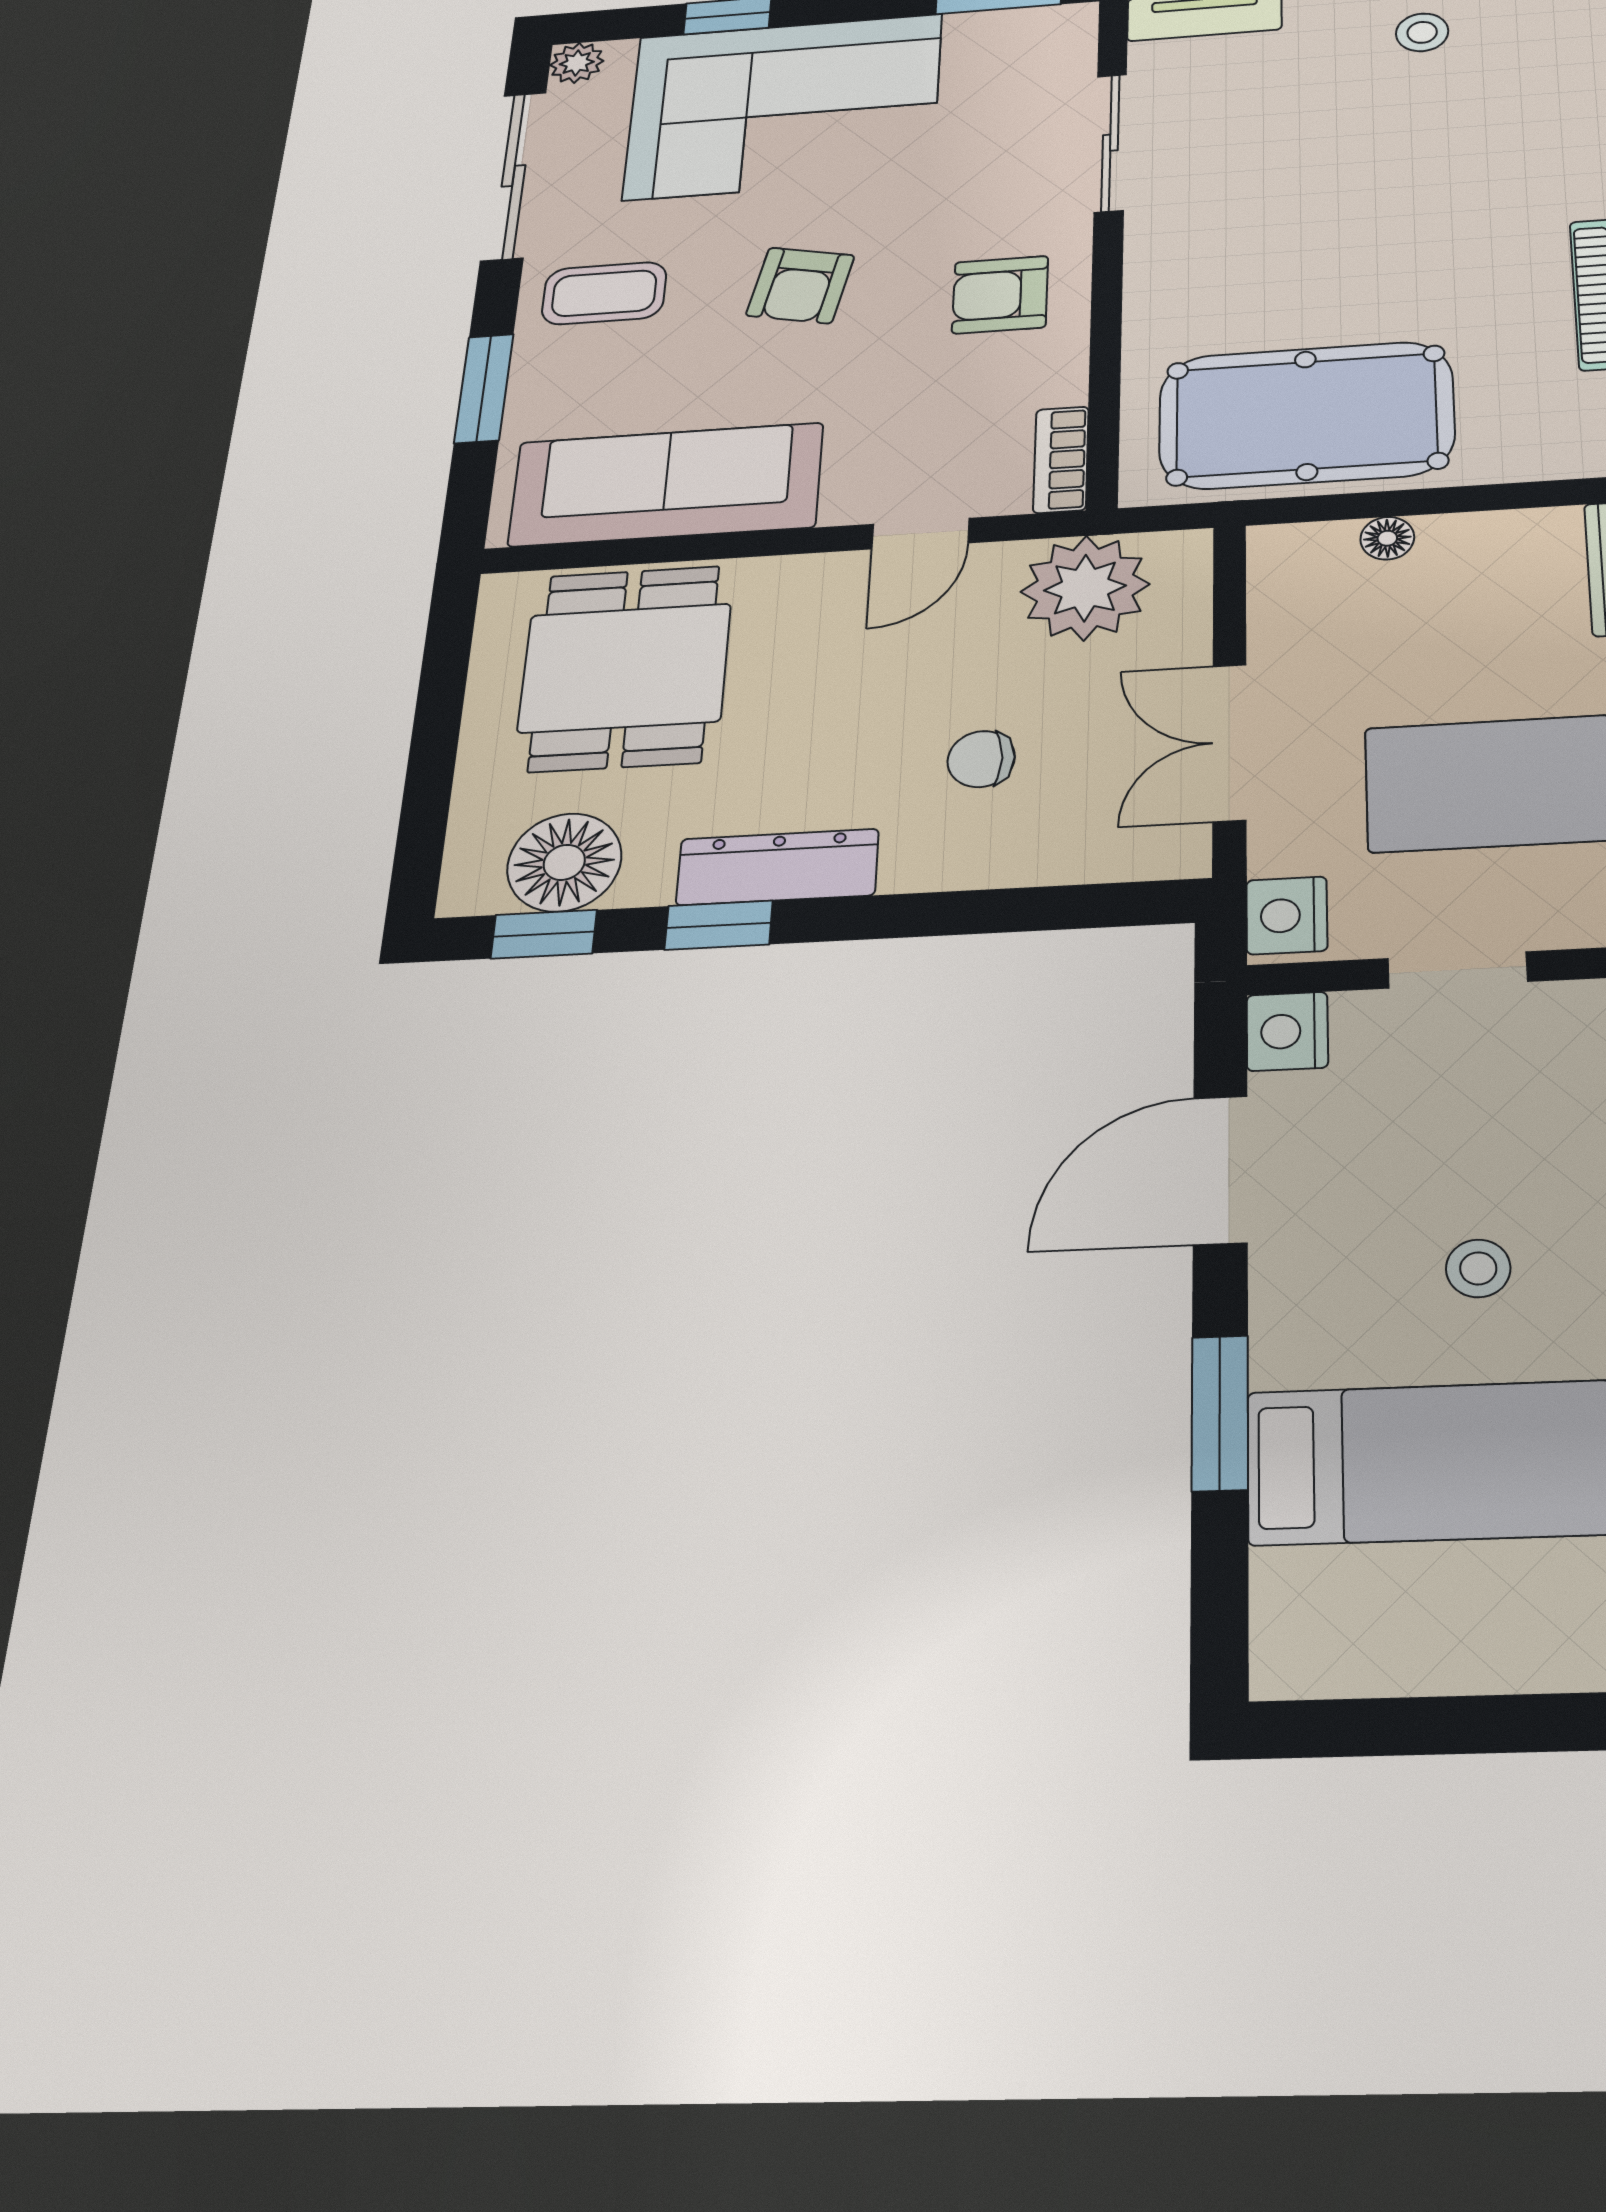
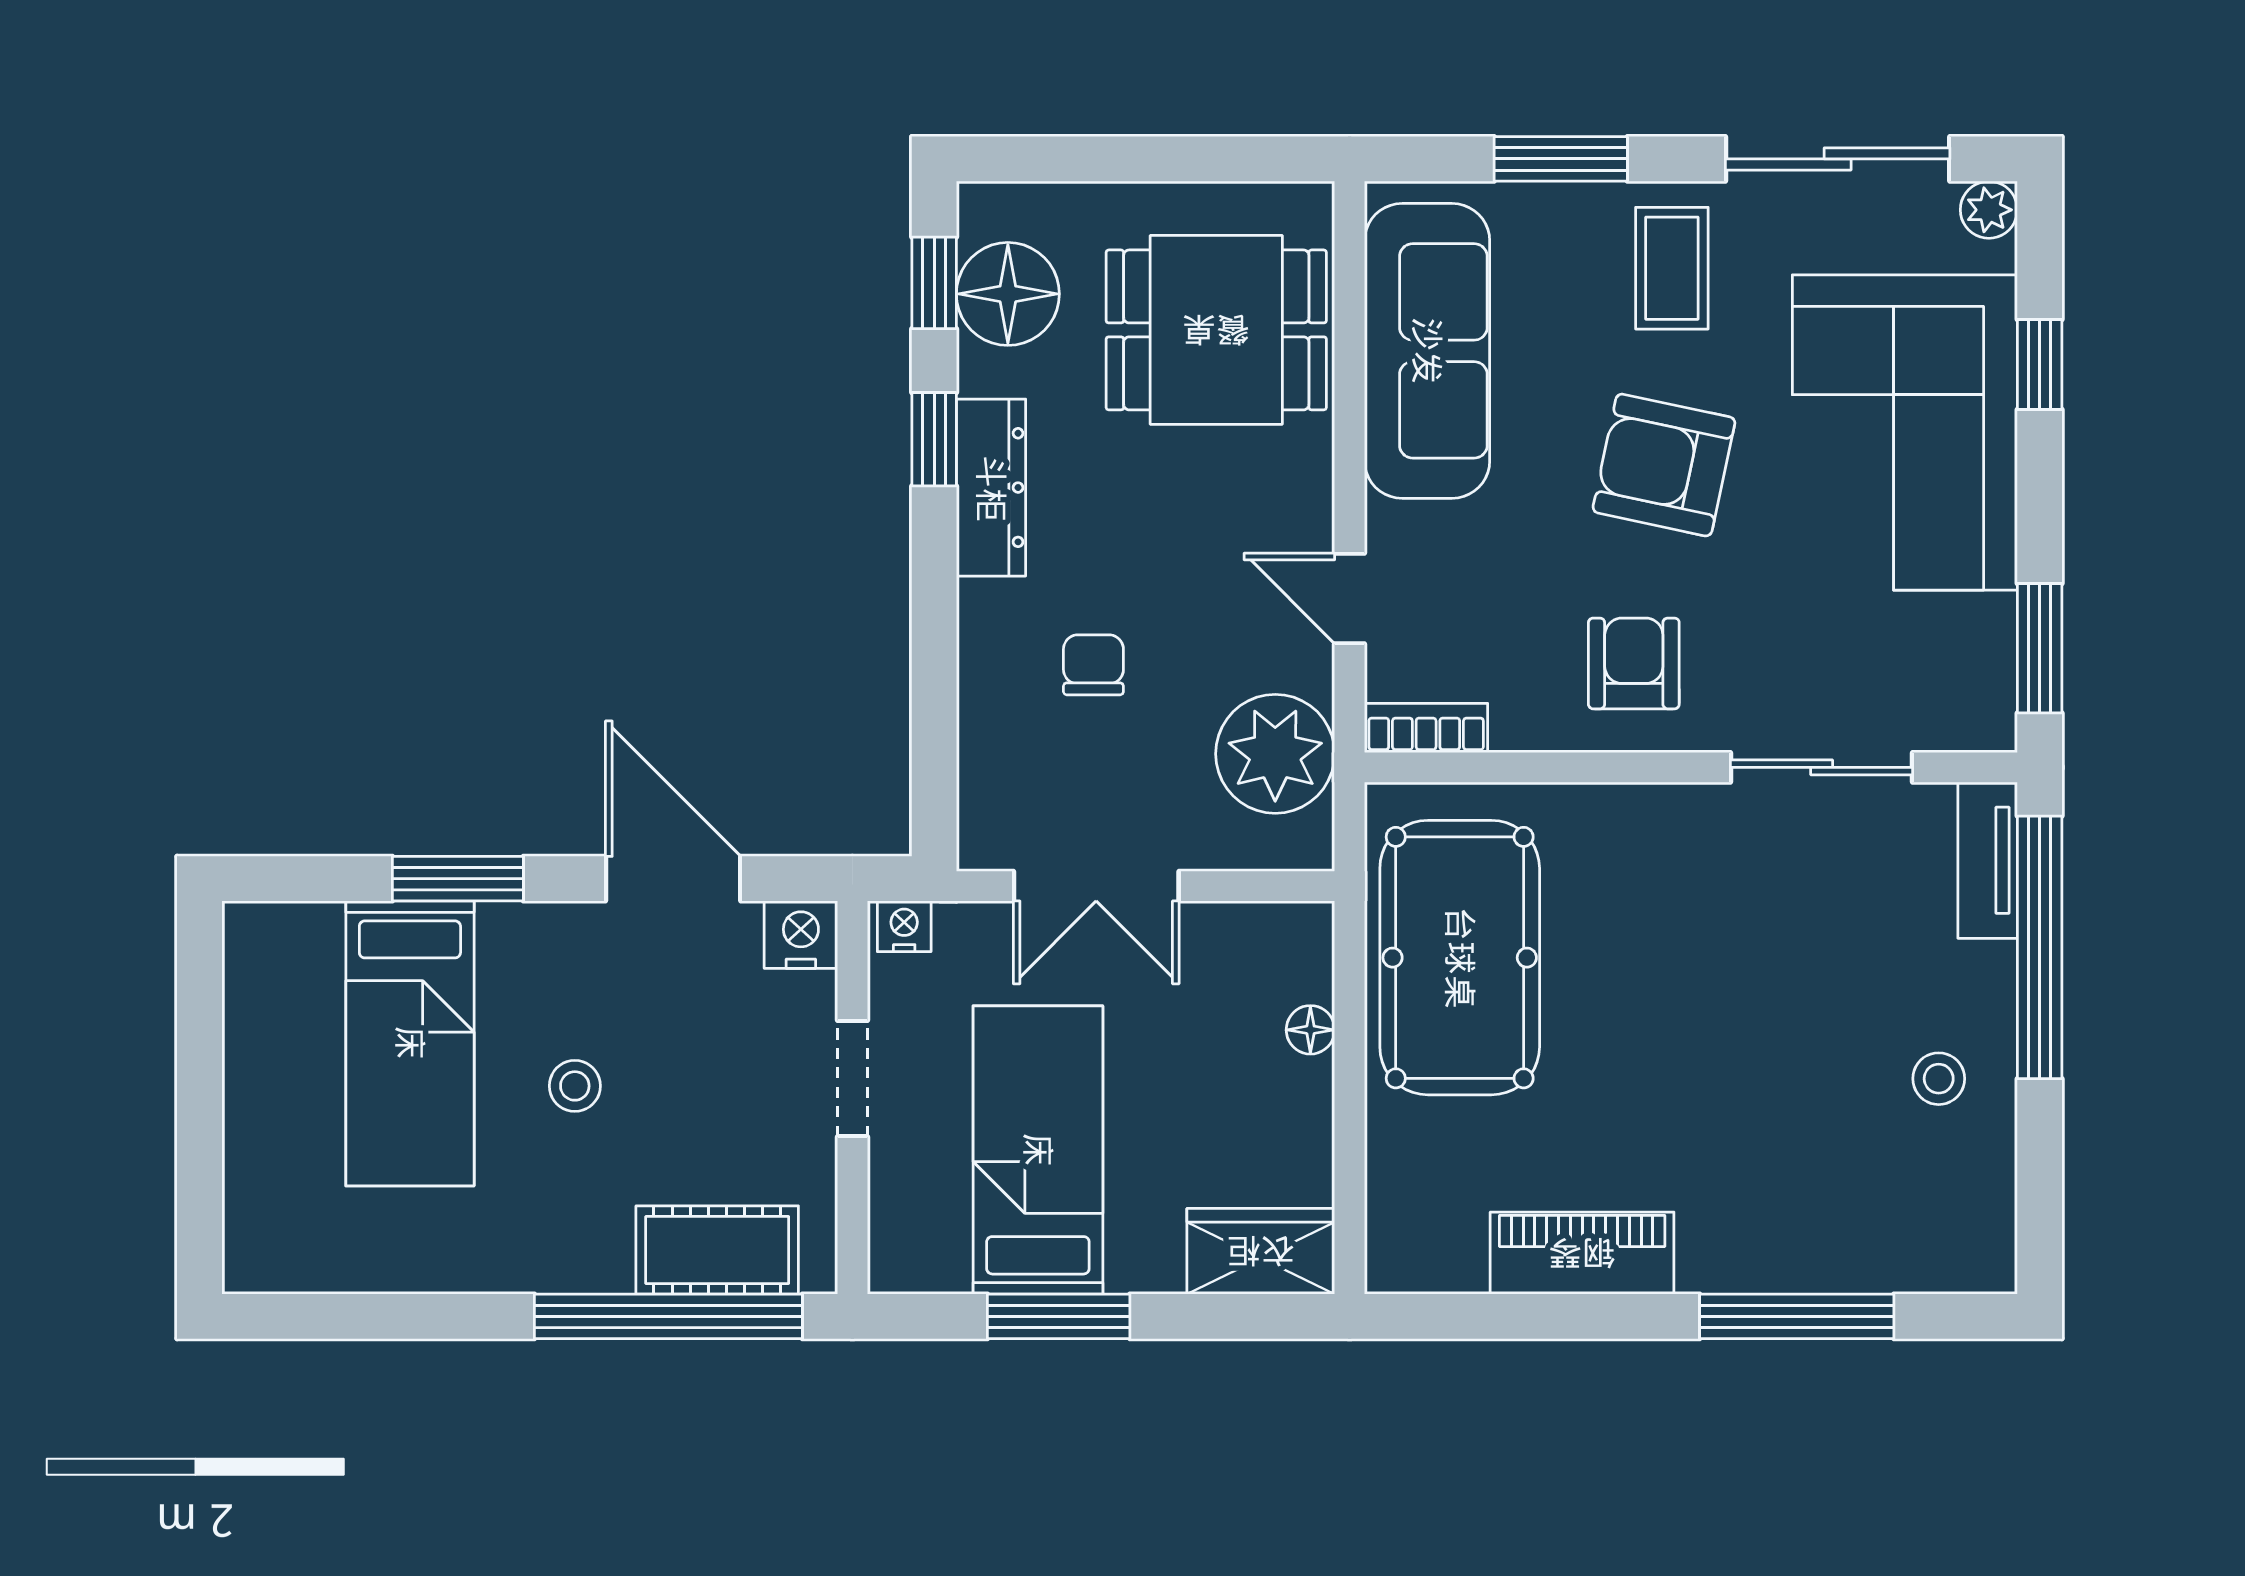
armchair: (800, 285) -> (1664, 465), width x1.38, depth x1.38
double door: (1230, 742) -> (1096, 886), swing flipped
nightstand: (1287, 915) -> (904, 926), width x0.72, depth x0.74

